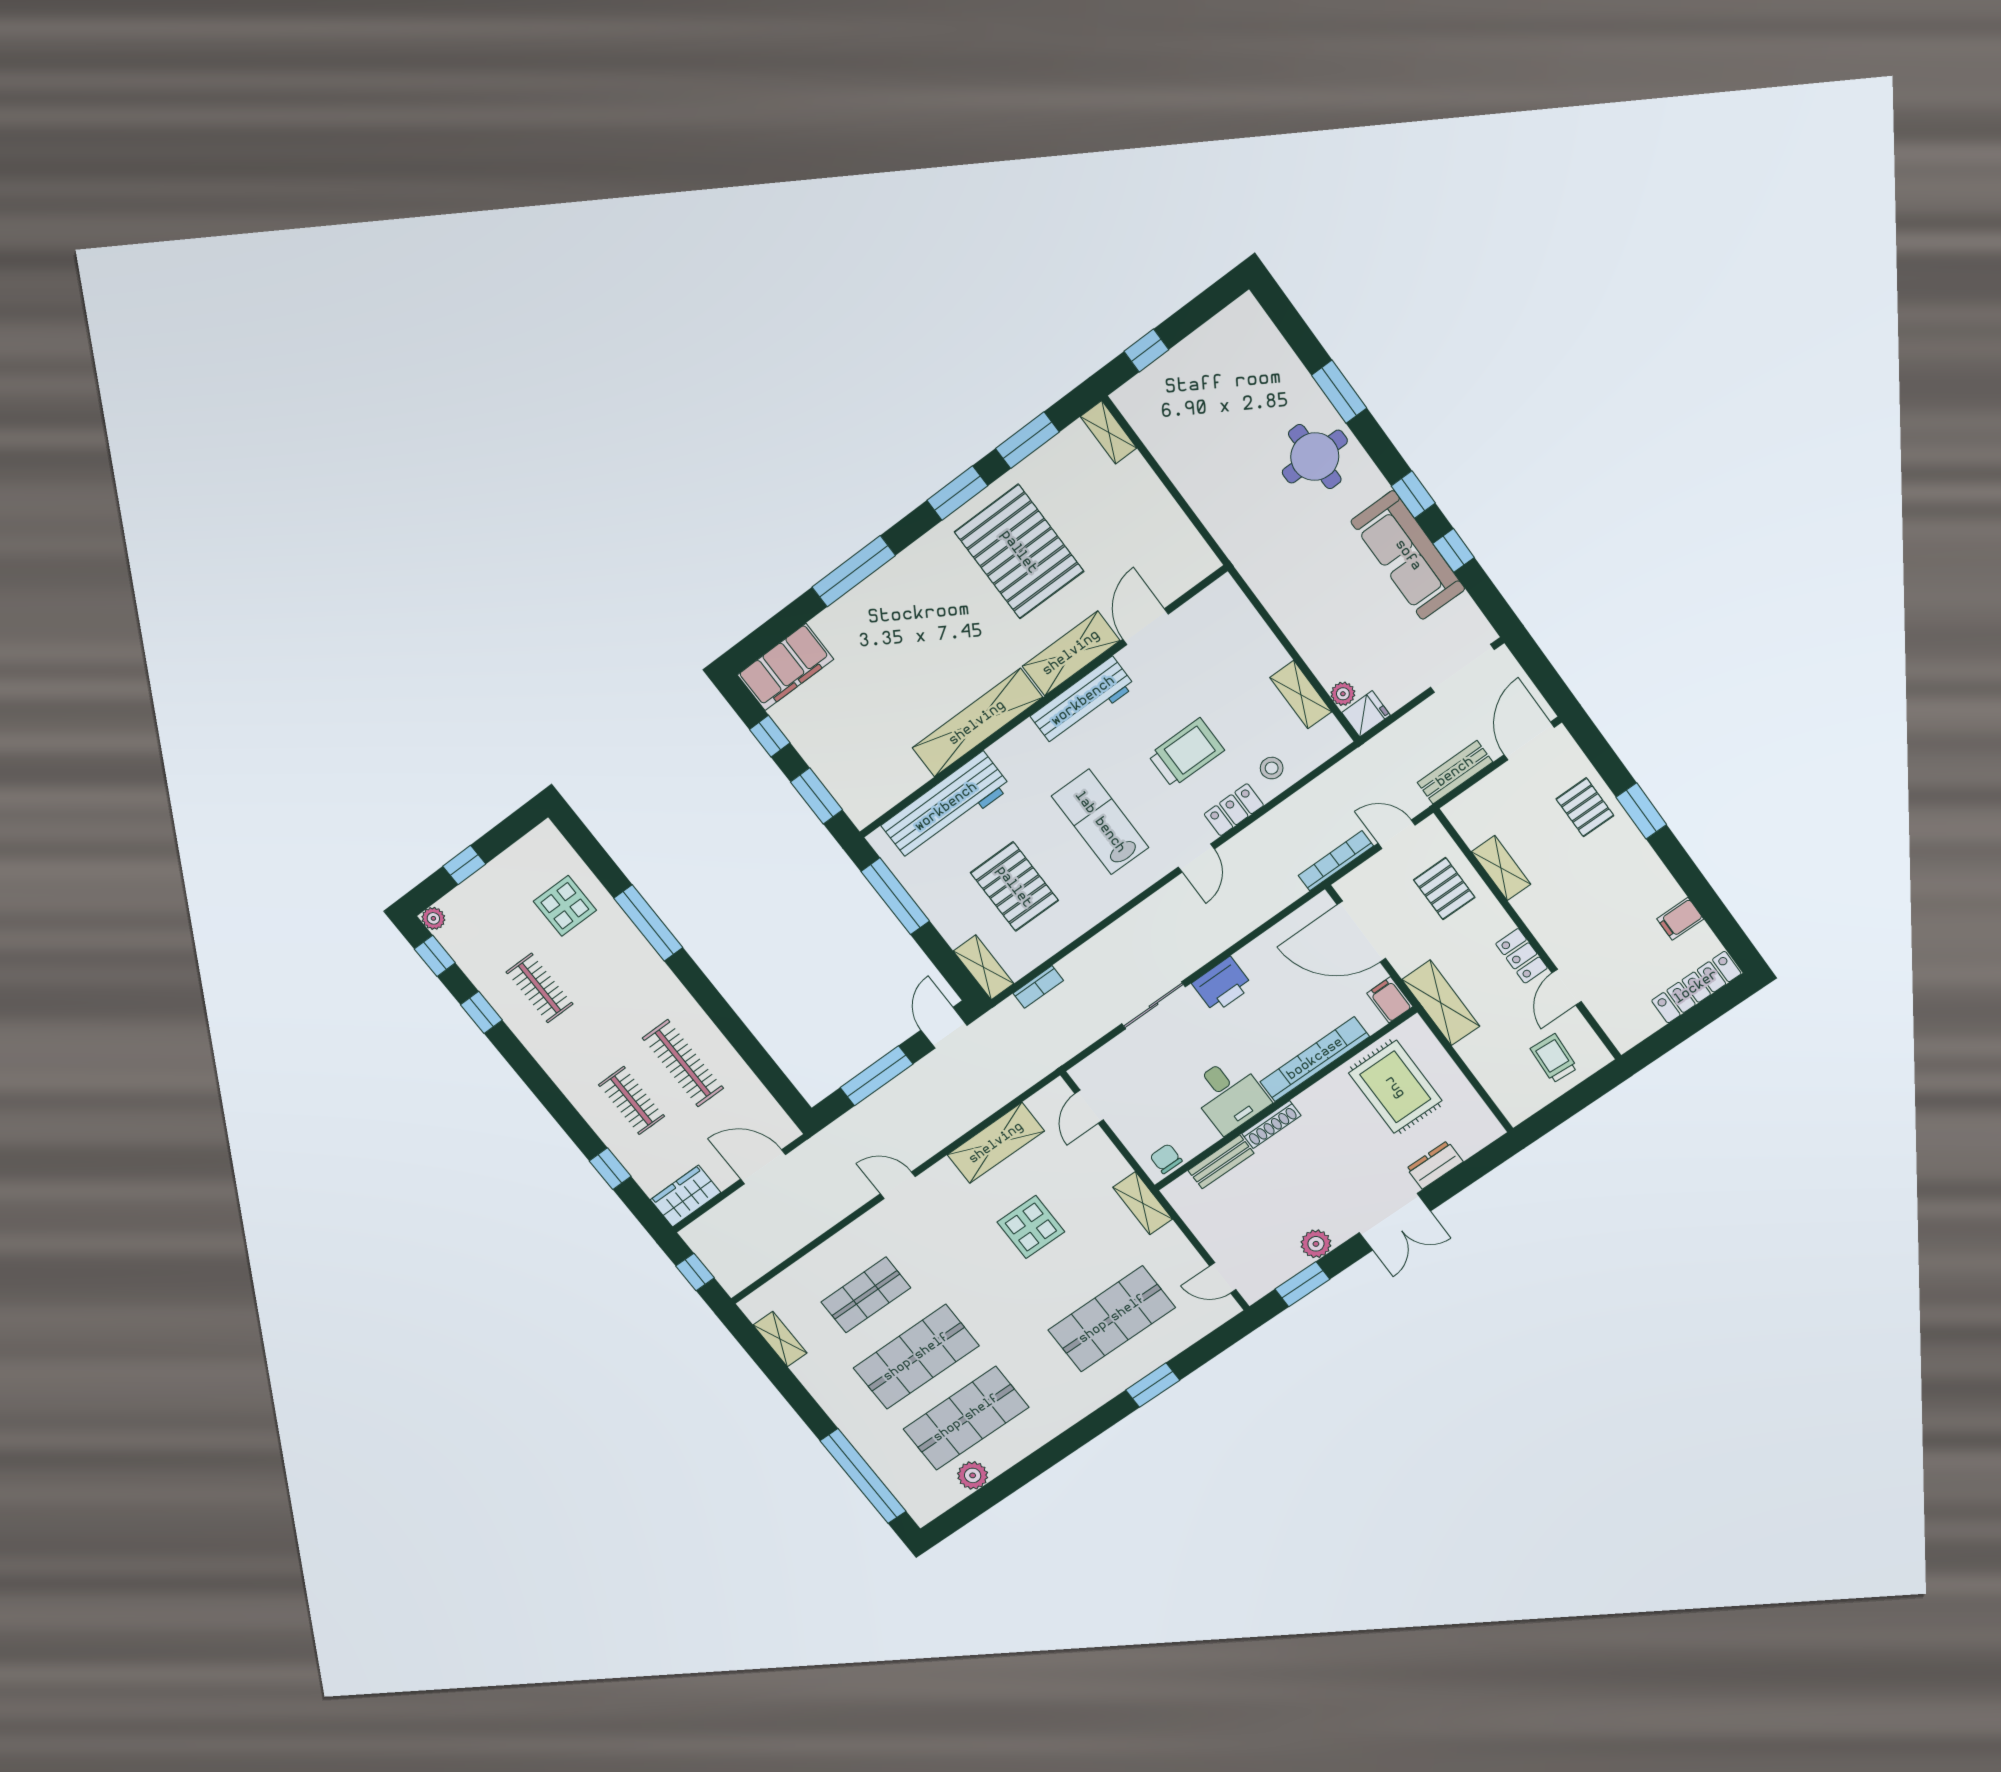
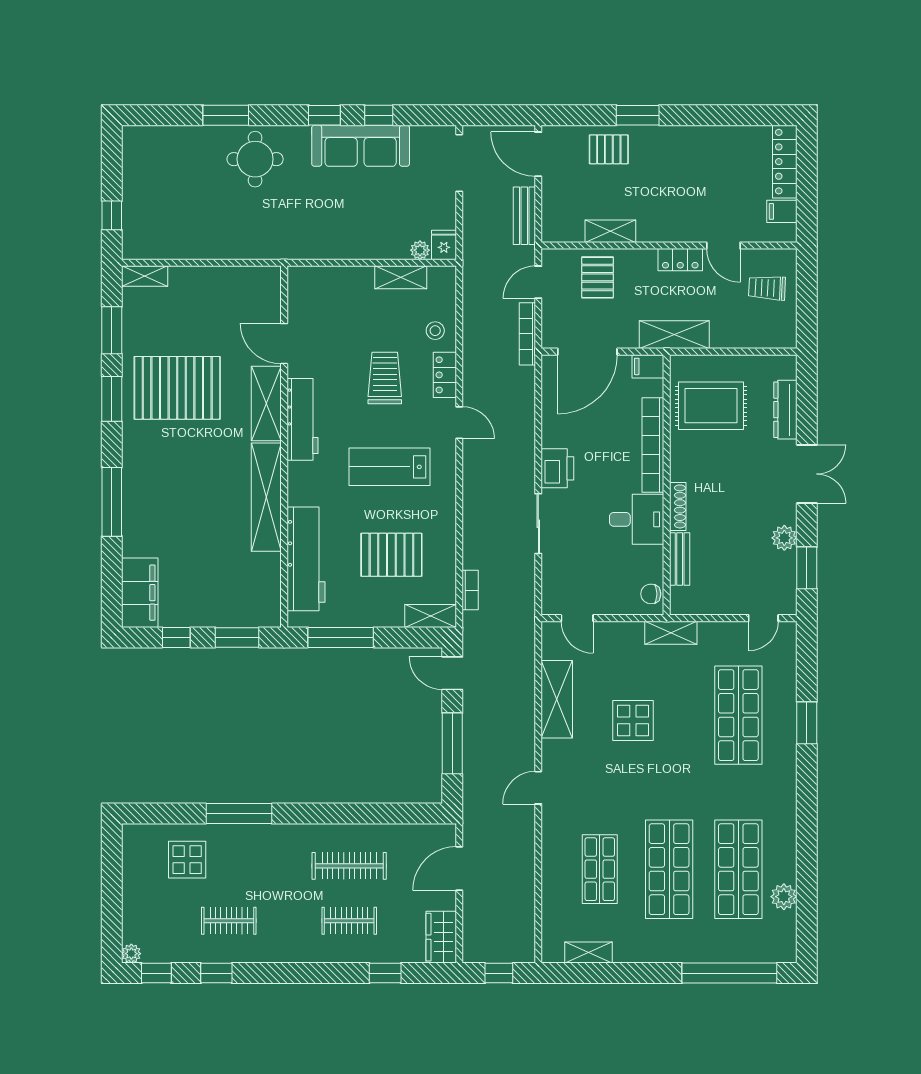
window: (464, 865) -> (112, 904), removed
pallet: (1444, 889) -> (598, 277), turned 90
filing cabinet: (1680, 919) -> (782, 211), moved, turned 90
dresser: (1435, 1165) -> (785, 410), width x1.44

